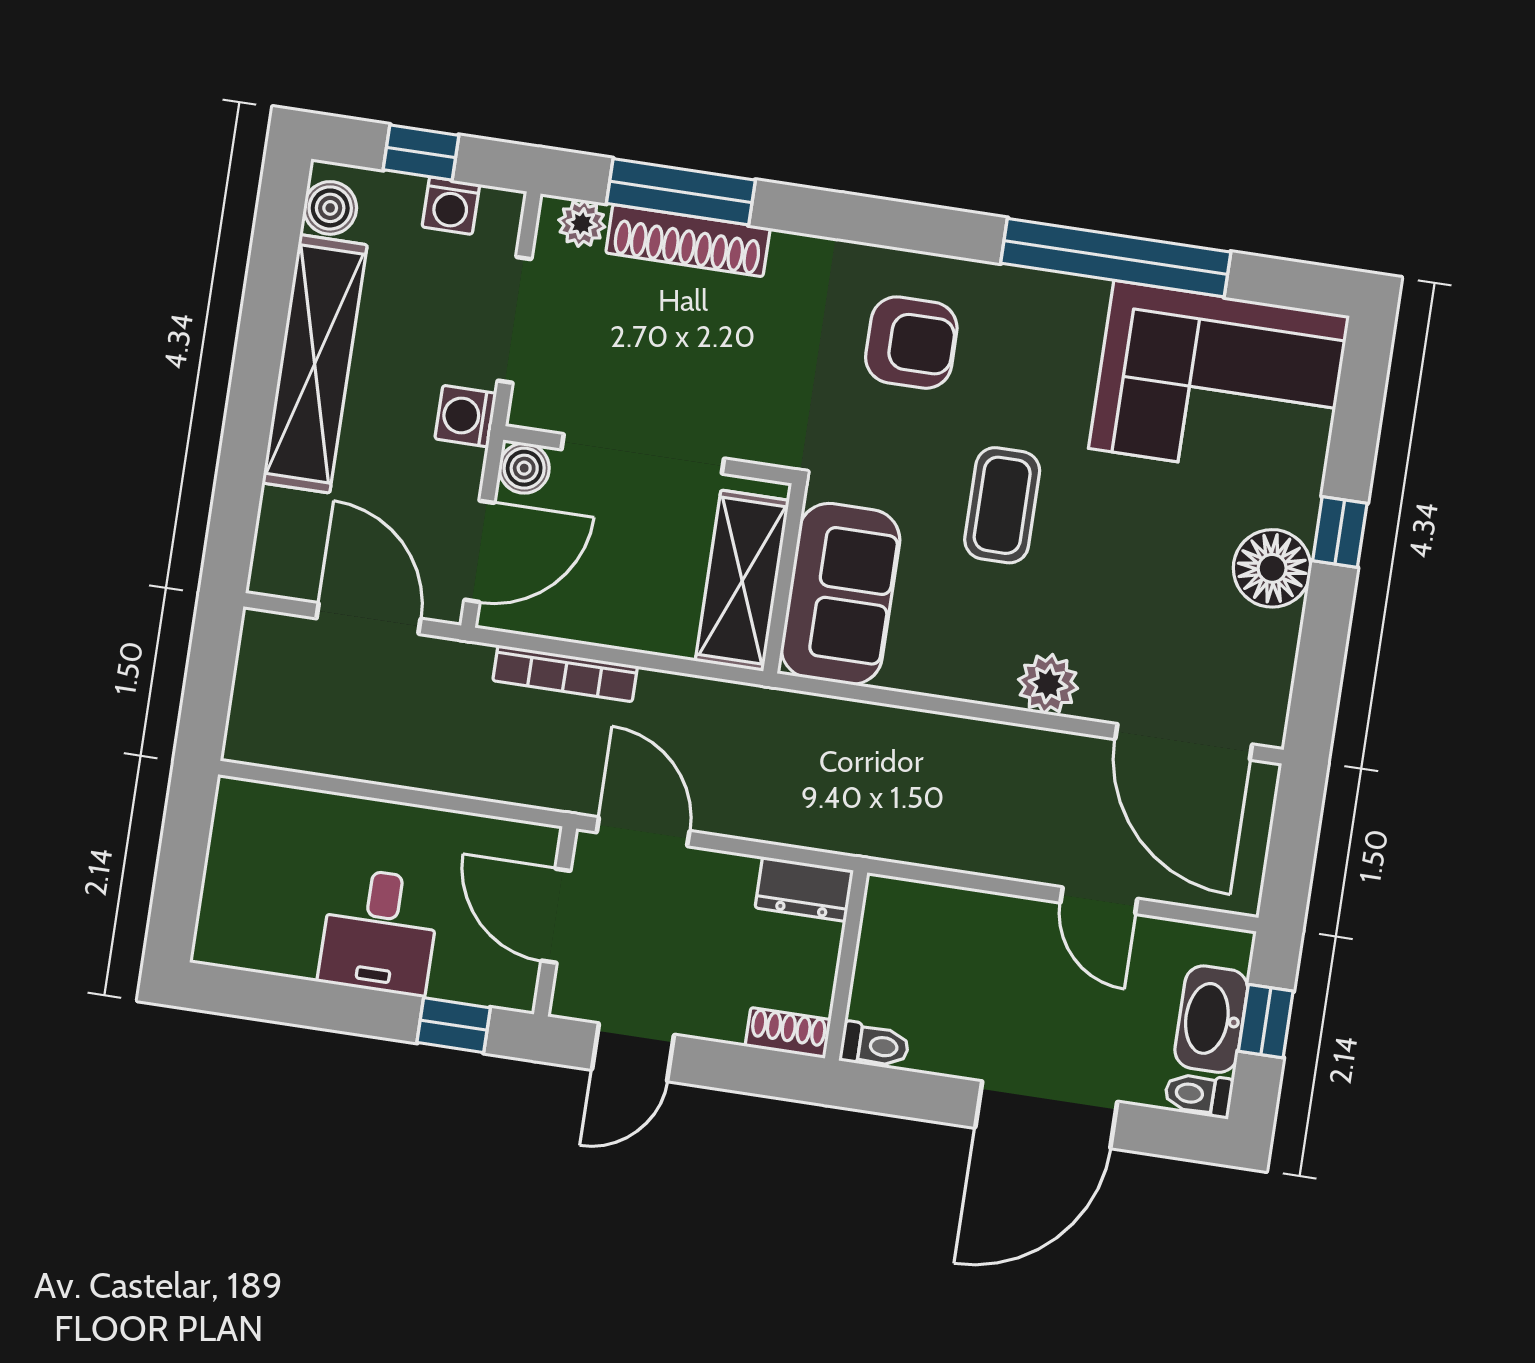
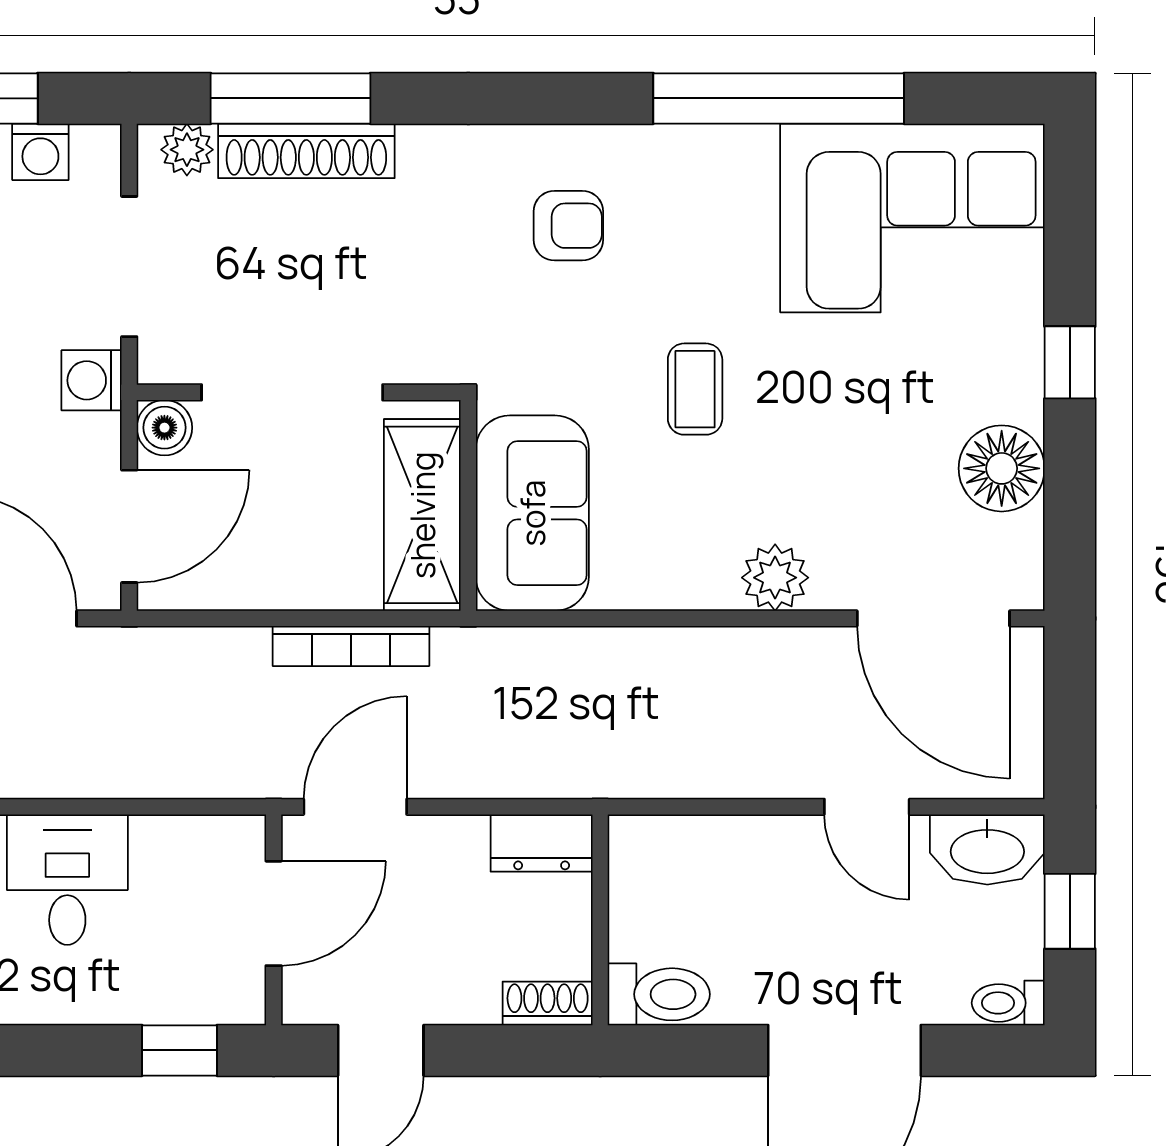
armchair: (911, 343) -> (568, 226), width x0.72, depth x0.72
coffee table: (1002, 505) -> (695, 389), width x0.73, depth x0.77
floor lamp: (1272, 568) -> (1002, 468), moved
bookcase: (565, 673) -> (351, 646), moved
door: (643, 832) -> (355, 807), hinge flipped
door: (556, 916) -> (274, 913), swing flipped
desk: (379, 932) -> (67, 880), moved, turned 180
washbasin: (1211, 1019) -> (987, 849), moved, turned -90
toilet: (874, 1045) -> (659, 994), width x1.37, depth x1.39

